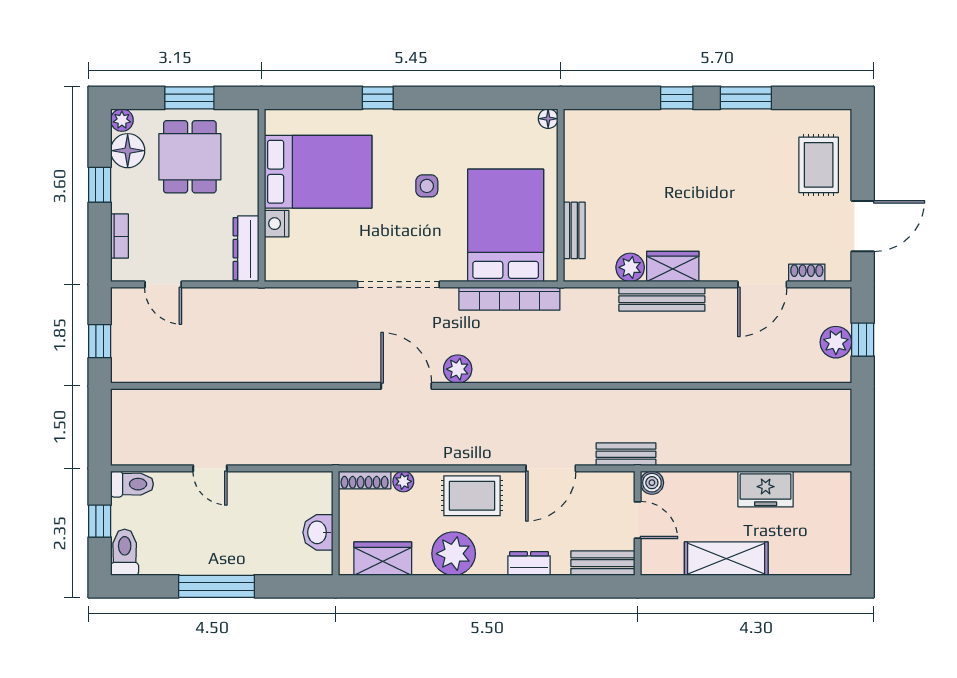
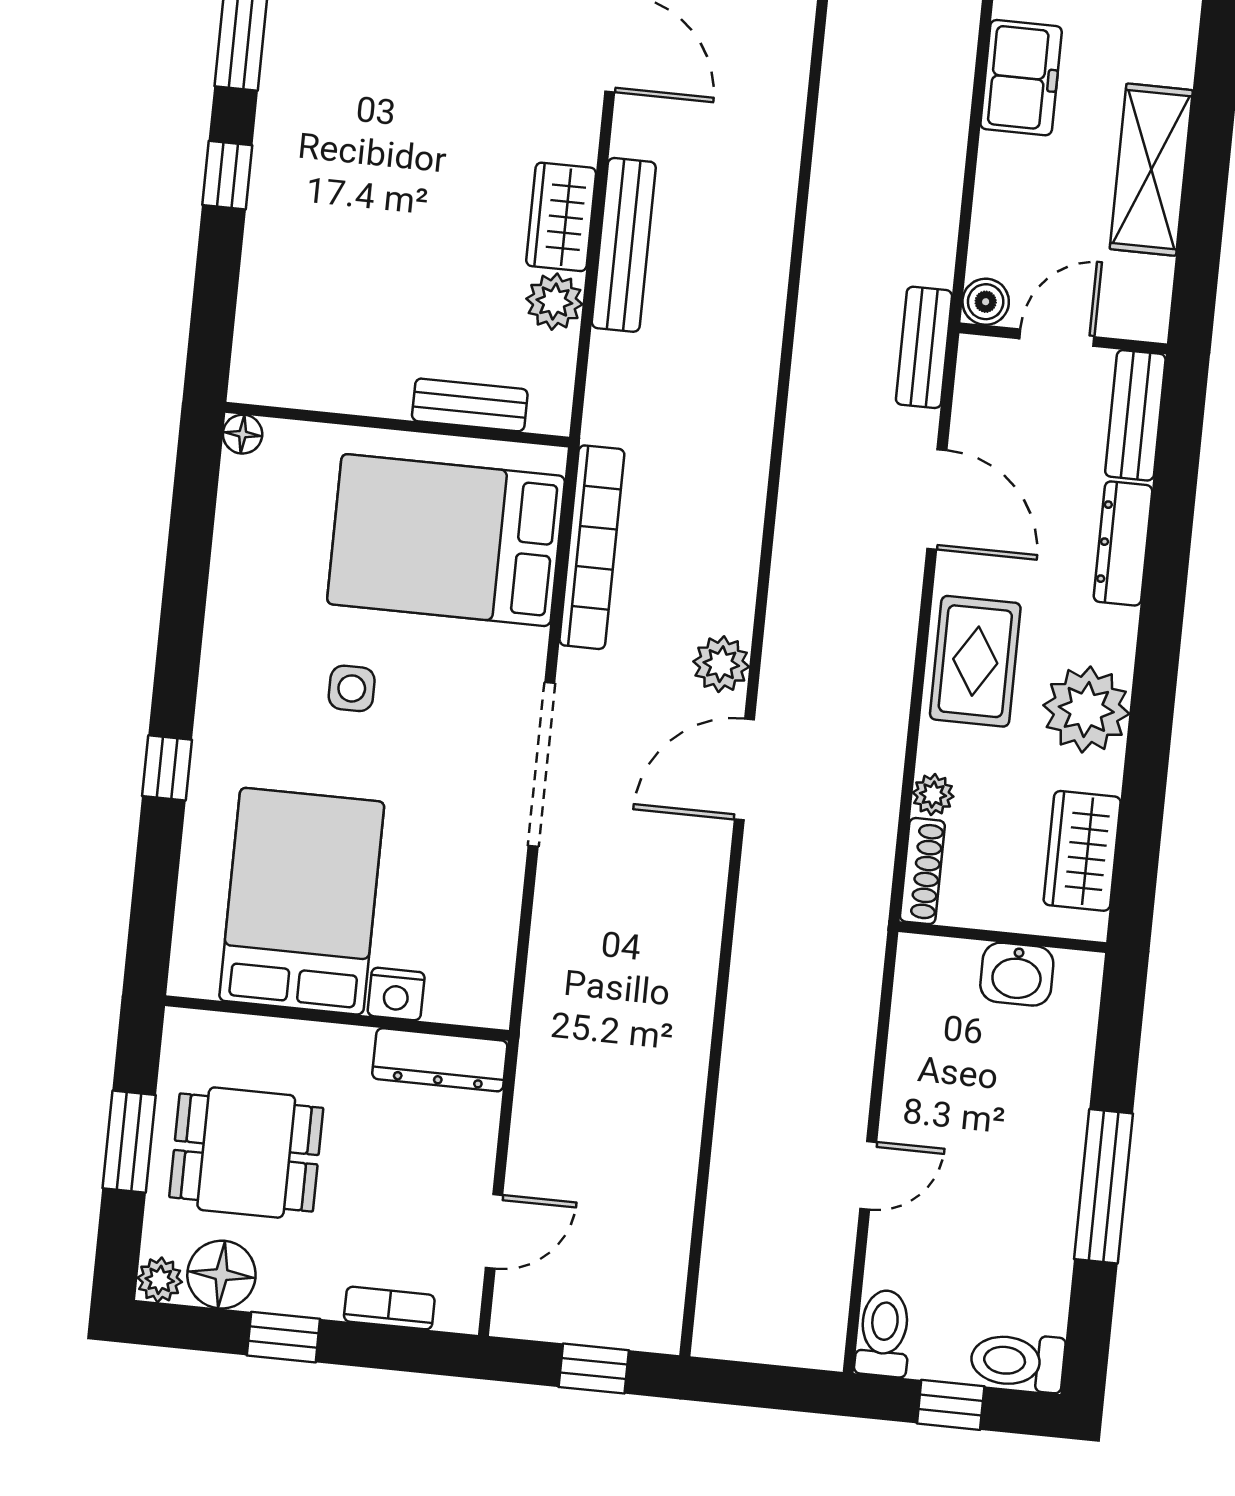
dresser: (529, 563) -> (1123, 543), width x1.44

